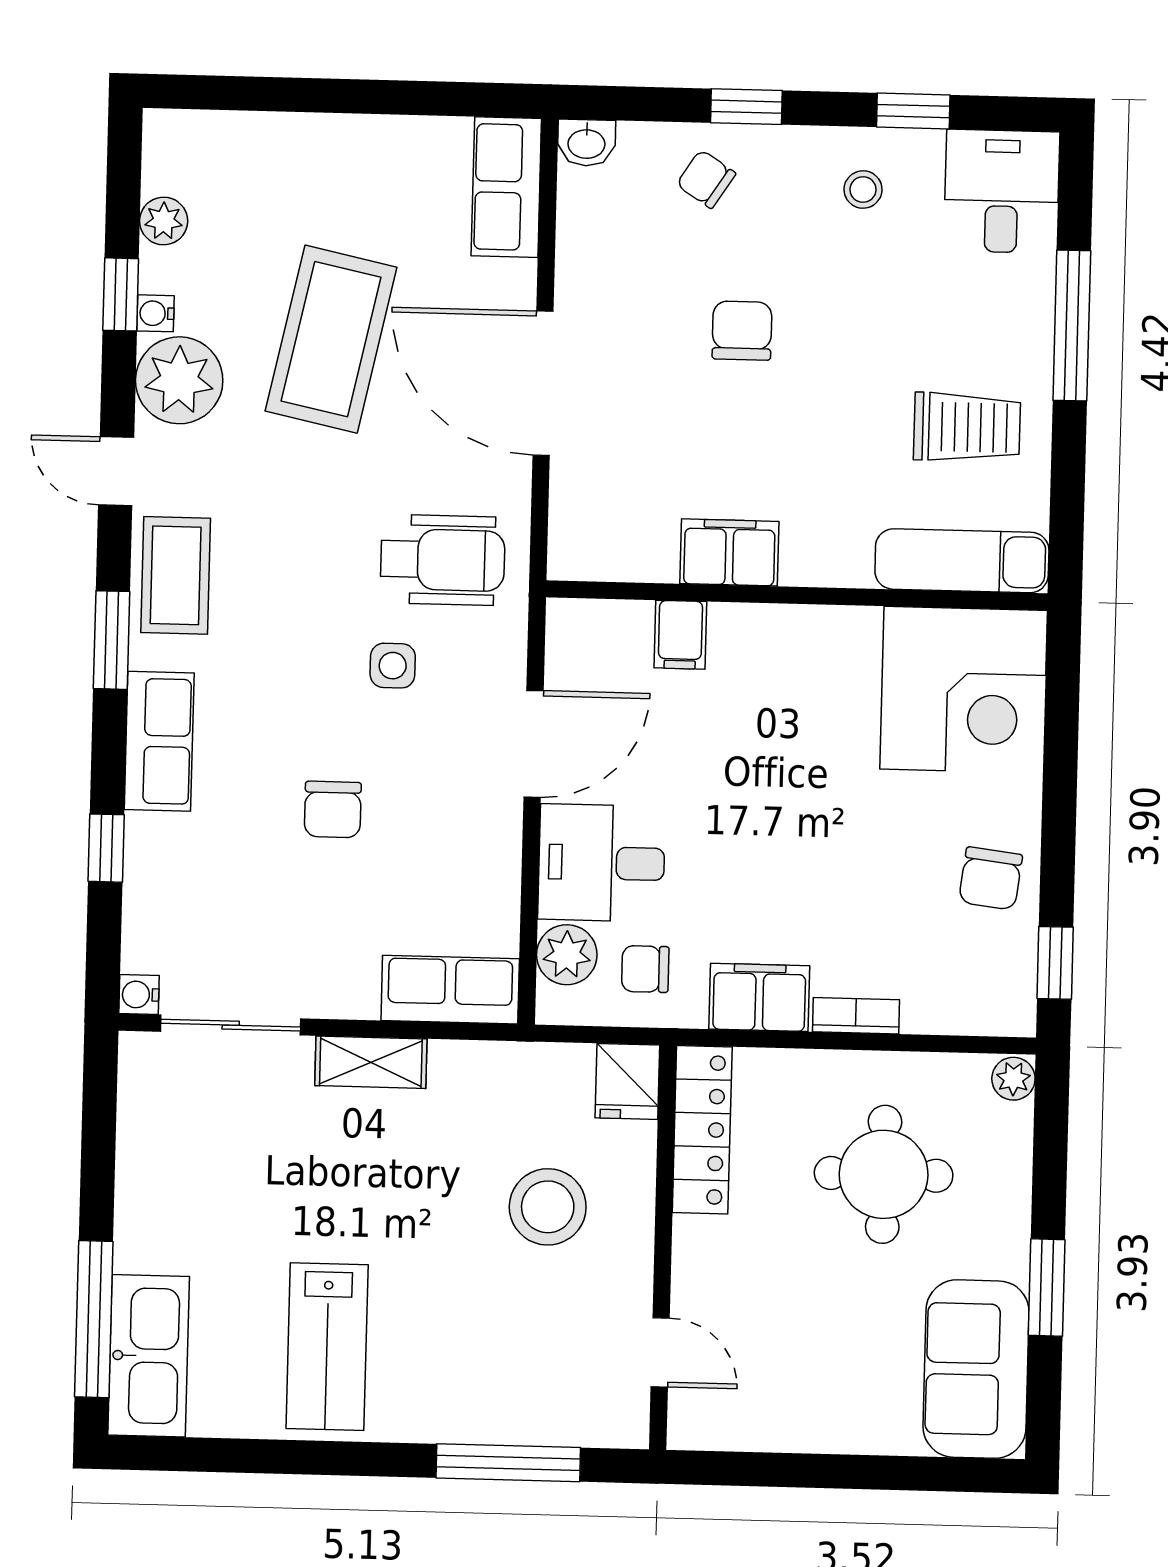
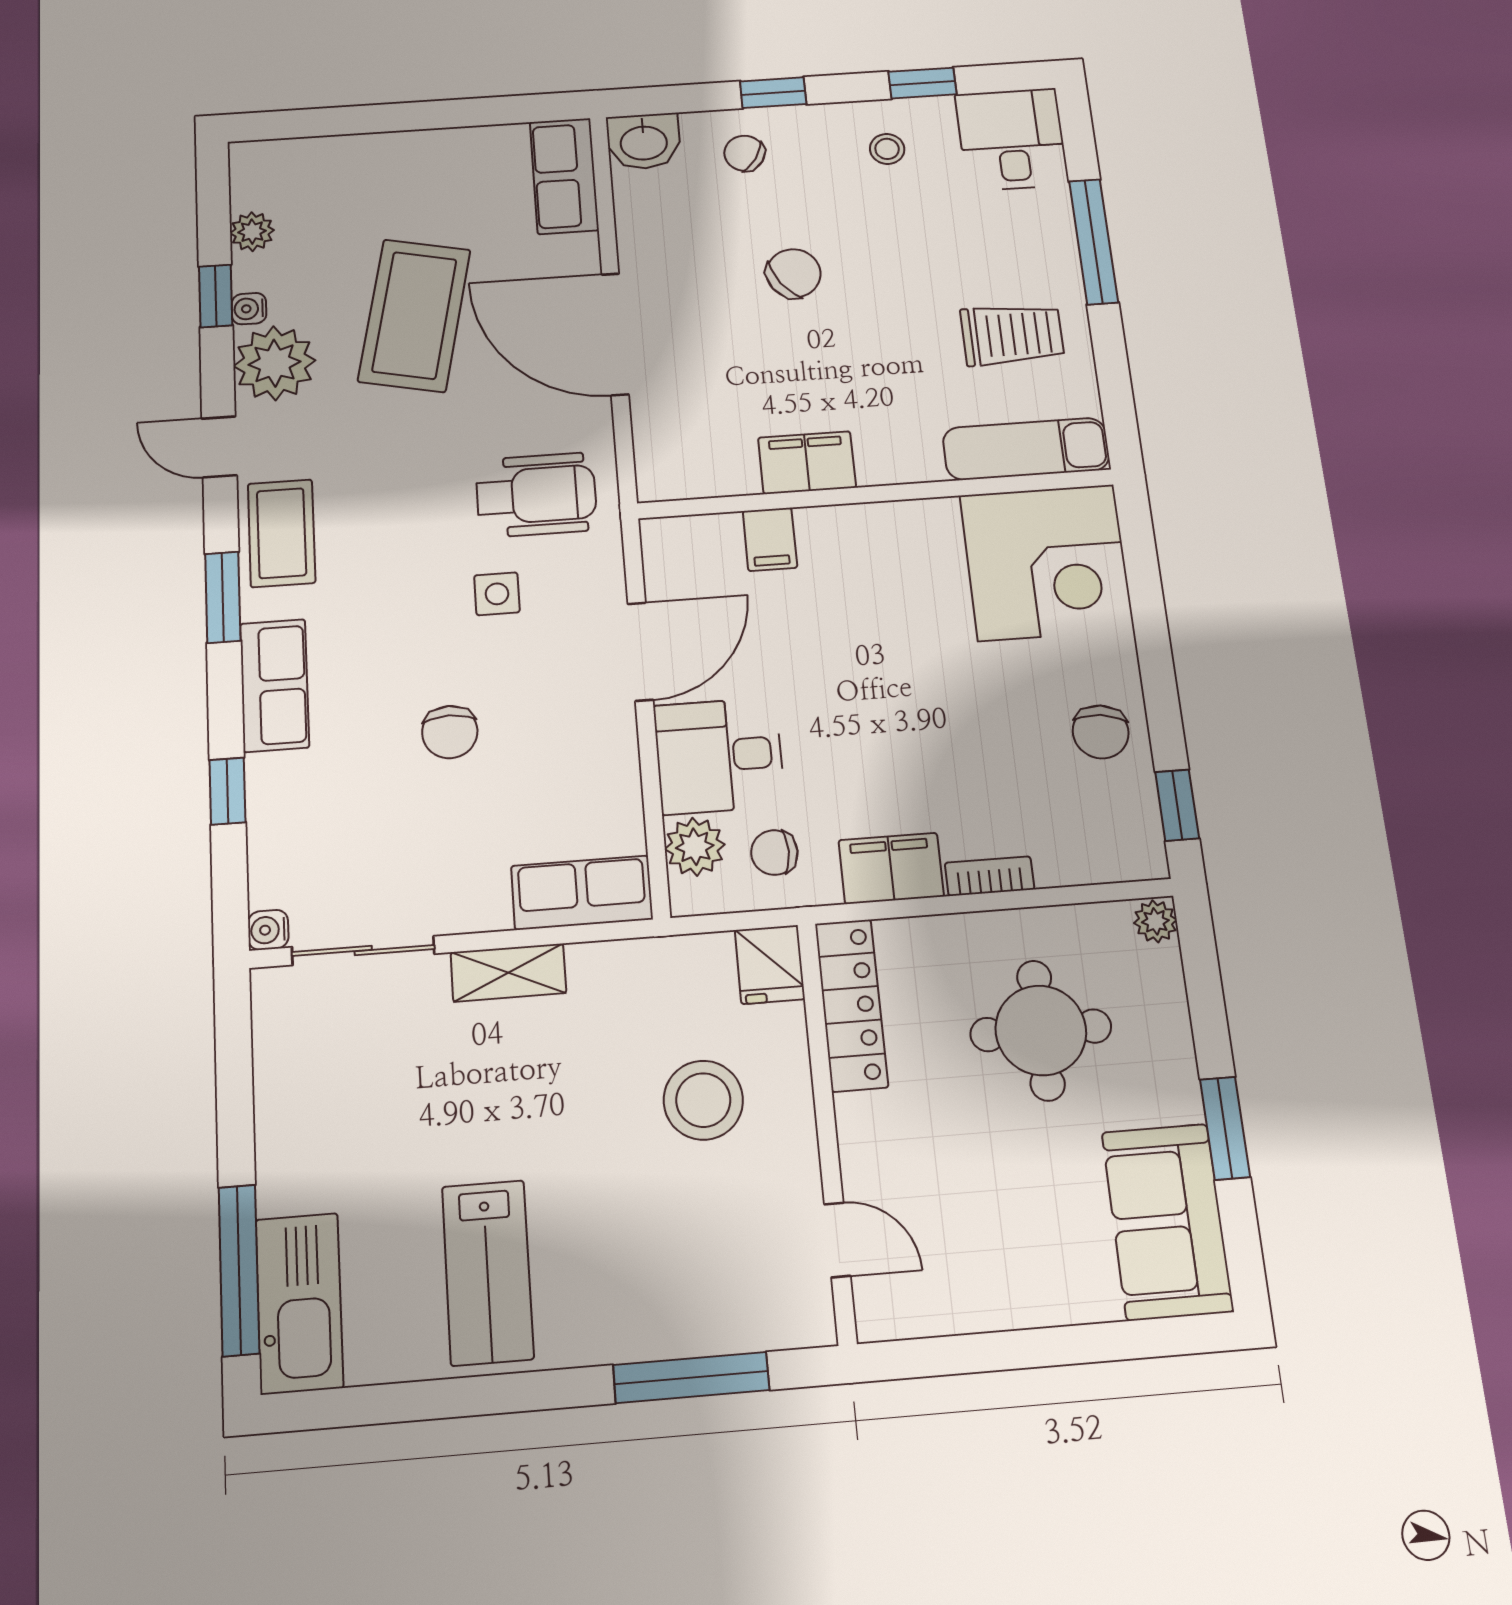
washbasin: (586, 143) -> (644, 141), width x1.38, depth x1.45
chair: (742, 331) -> (793, 273), turned 55

